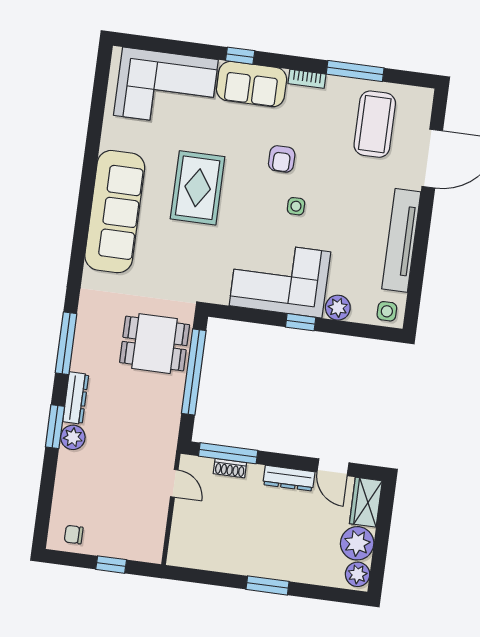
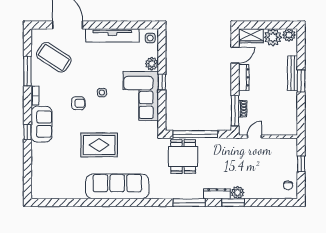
corner sofa: (166, 87) -> (49, 168), removed
coffee table: (375, 124) -> (54, 57), turned 33
bench: (285, 571) -> (293, 73), added

